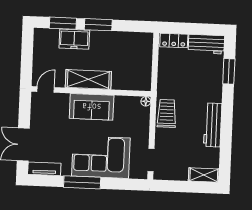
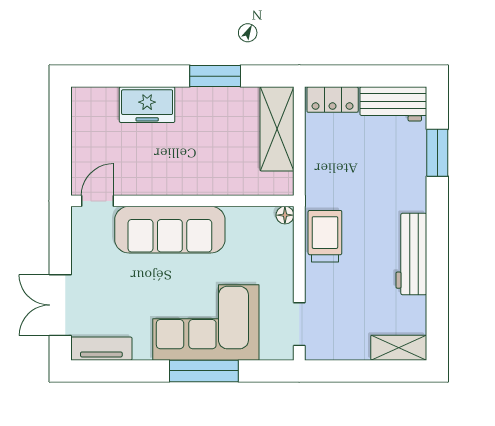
window: (63, 23) -> (124, 76), removed
window: (98, 25) -> (215, 76), moved
shelving: (88, 79) -> (277, 129), moved, turned 90
sofa: (92, 107) -> (170, 230), width x1.36
window: (82, 182) -> (204, 371), moved

